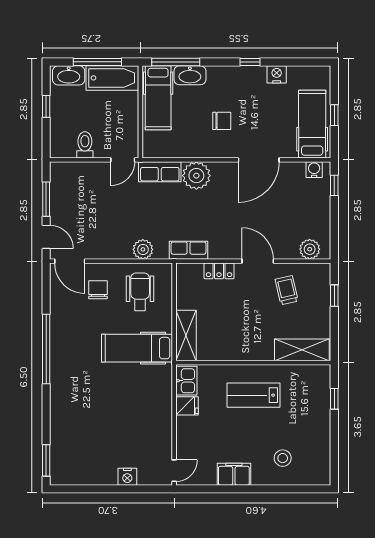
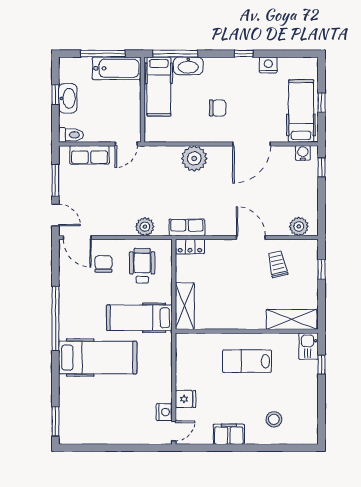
washbasin: (69, 75) -> (68, 98), moved, turned -90
toilet: (85, 145) -> (71, 135), moved, turned 90
row of seats: (160, 172) -> (89, 155), moved
locker: (219, 271) -> (190, 247), moved
kitchen sink: (186, 381) -> (308, 346), moved, turned 180
hospital bed: (92, 391) -> (98, 358), added
fridge: (187, 406) -> (186, 399), moved
nightstand: (127, 477) -> (164, 412), moved, turned -90

